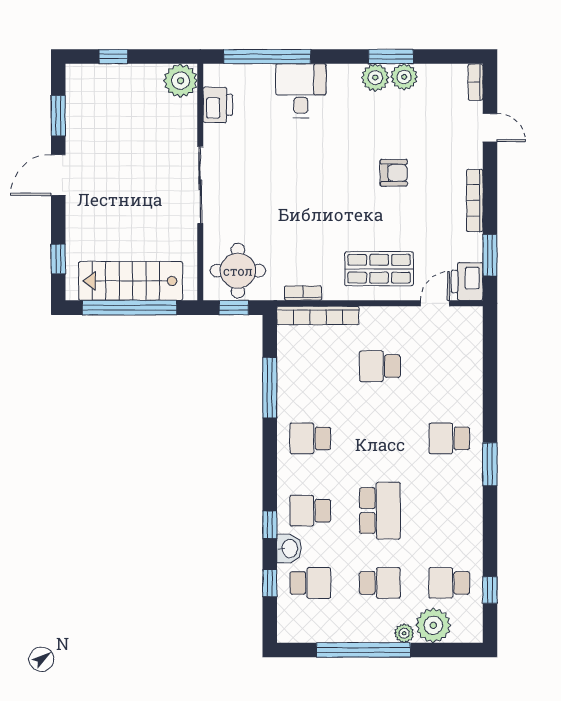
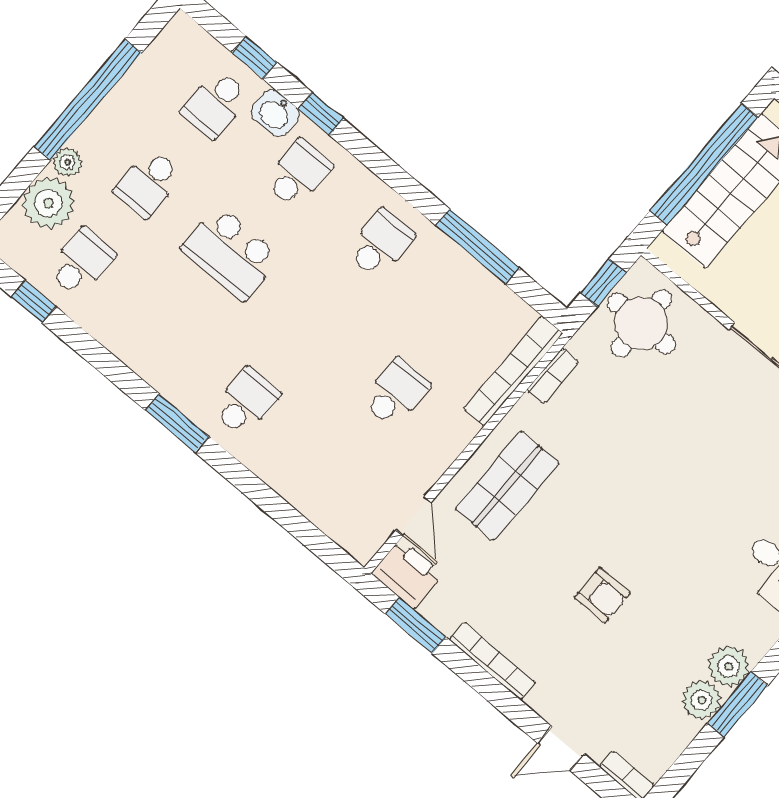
armchair: (394, 173) -> (602, 595), turned -90

